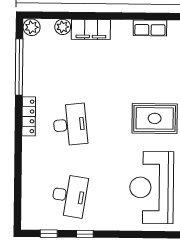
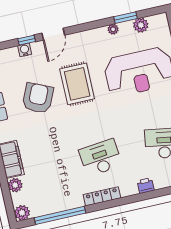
armchair: (149, 73) -> (38, 98), added
printer: (29, 166) -> (146, 186), added

